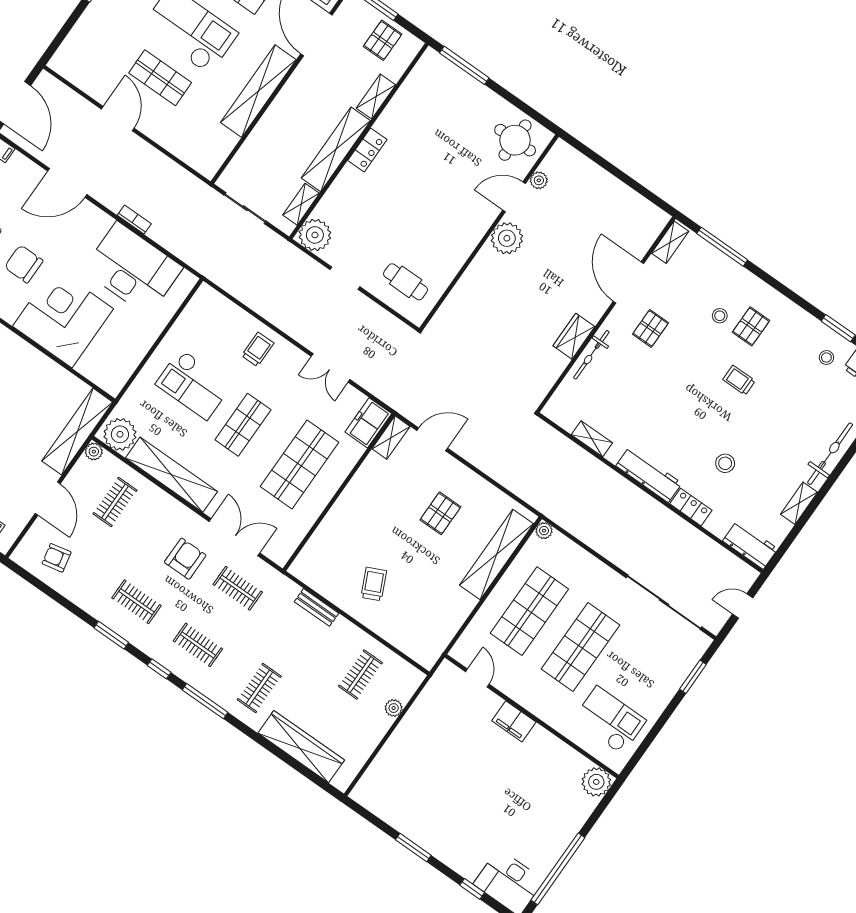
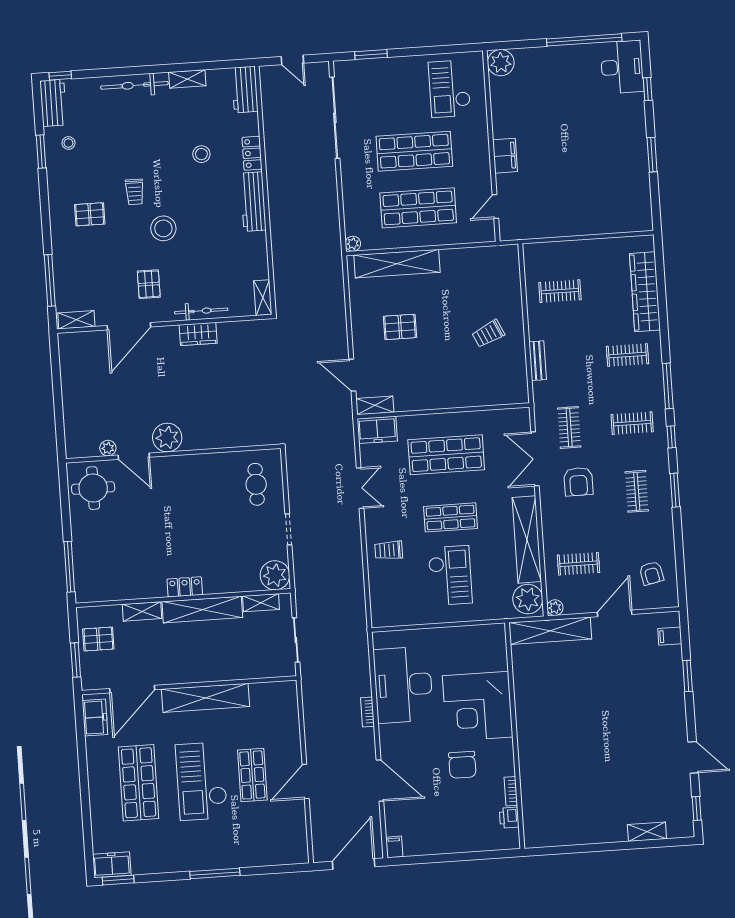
stool: (720, 316) -> (163, 228), moved, width x1.89, depth x1.89
pallet: (651, 328) -> (149, 284), turned 90
shelving: (592, 439) -> (263, 298), moved
armchair: (185, 559) -> (578, 482), turned -90
clothes rail: (198, 645) -> (632, 423), turned 90
plant: (394, 708) -> (565, 248), removed

